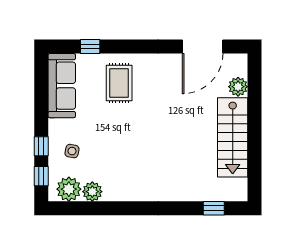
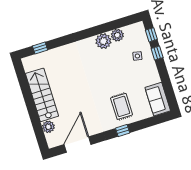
window: (90, 47) -> (123, 130), moved
sofa: (62, 86) -> (158, 99), width x0.73
plant: (69, 189) -> (103, 41), moved

